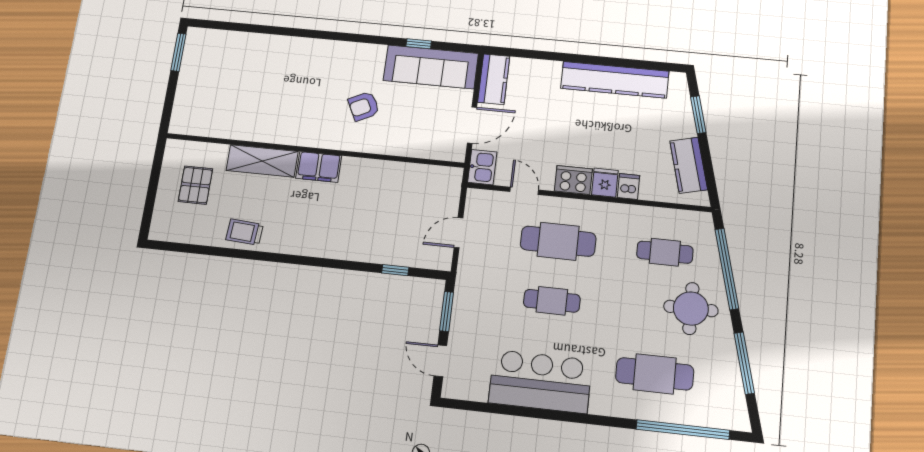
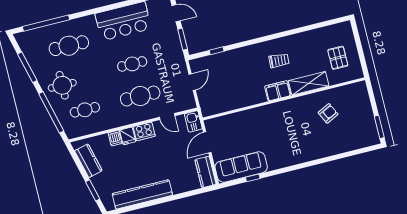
armchair: (364, 106) -> (328, 113), moved
trolley: (245, 232) -> (279, 61), moved

